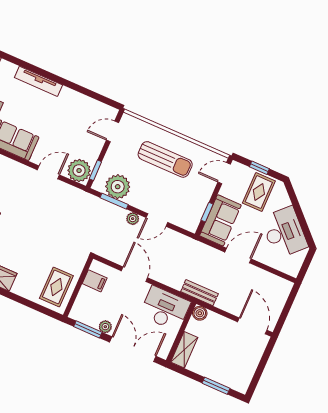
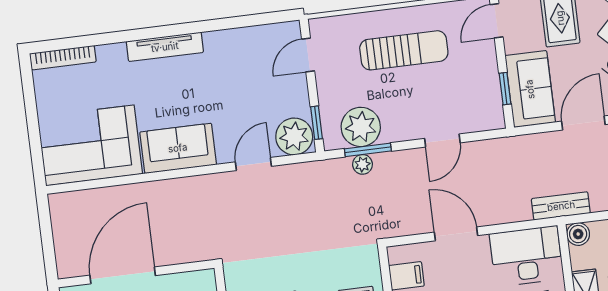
plant: (133, 219) -> (363, 164), moved

